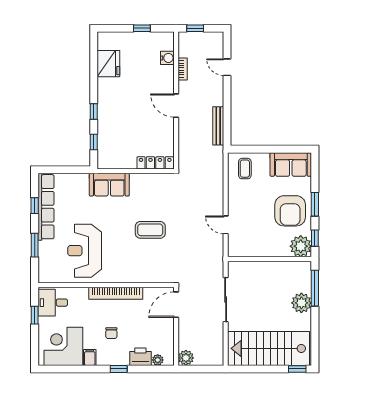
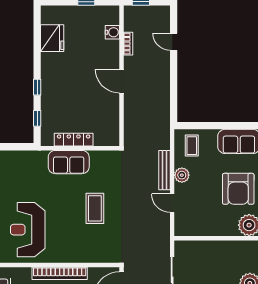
bench: (218, 126) -> (164, 170), moved
locker: (155, 163) -> (74, 140), moved
sofa: (109, 185) -> (69, 162), moved
plant: (235, 197) -> (182, 175), added
coffee table: (150, 230) -> (95, 208), turned 90

